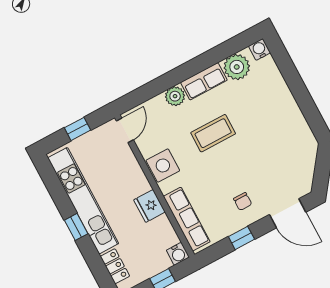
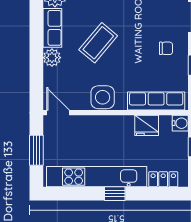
window: (77, 129) -> (36, 150), width x1.50
coffee table: (213, 133) -> (98, 43), turned 40
fridge: (149, 206) -> (147, 125), moved

